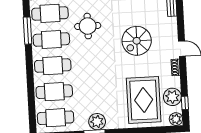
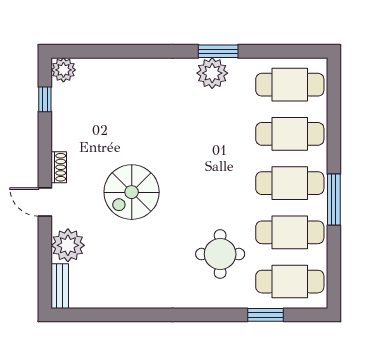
window: (28, 31) -> (334, 200), moved
spiral stairs: (137, 41) -> (132, 192), moved, turned 180
plant: (172, 97) -> (68, 245), moved
rug: (144, 100) -> (122, 109), removed

